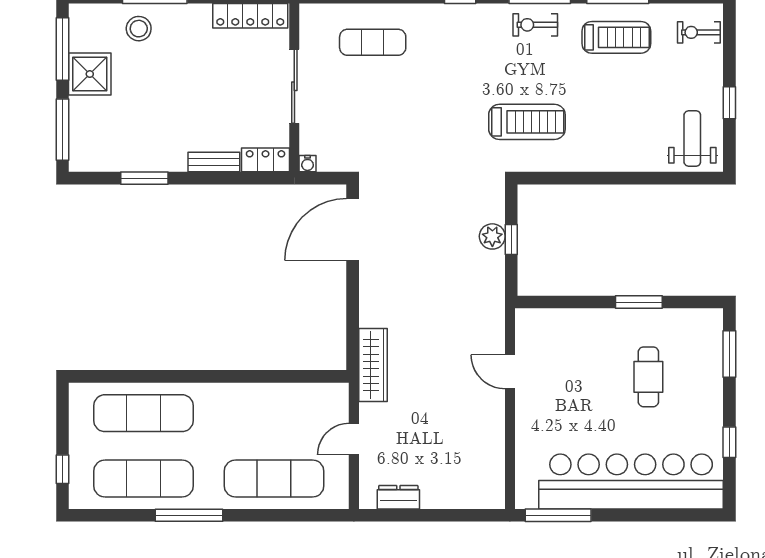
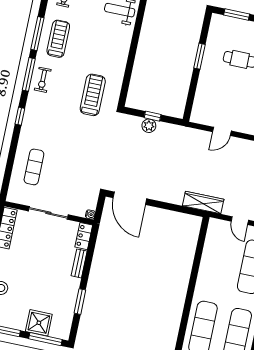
shower: (90, 74) -> (39, 323), moved

